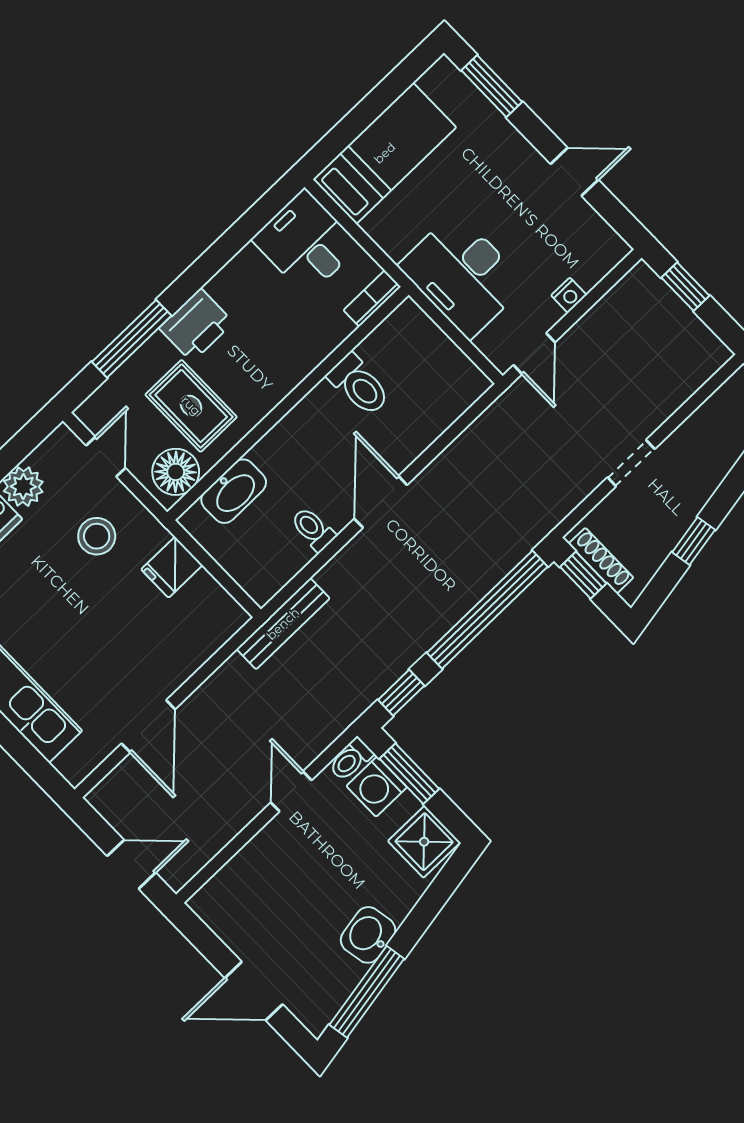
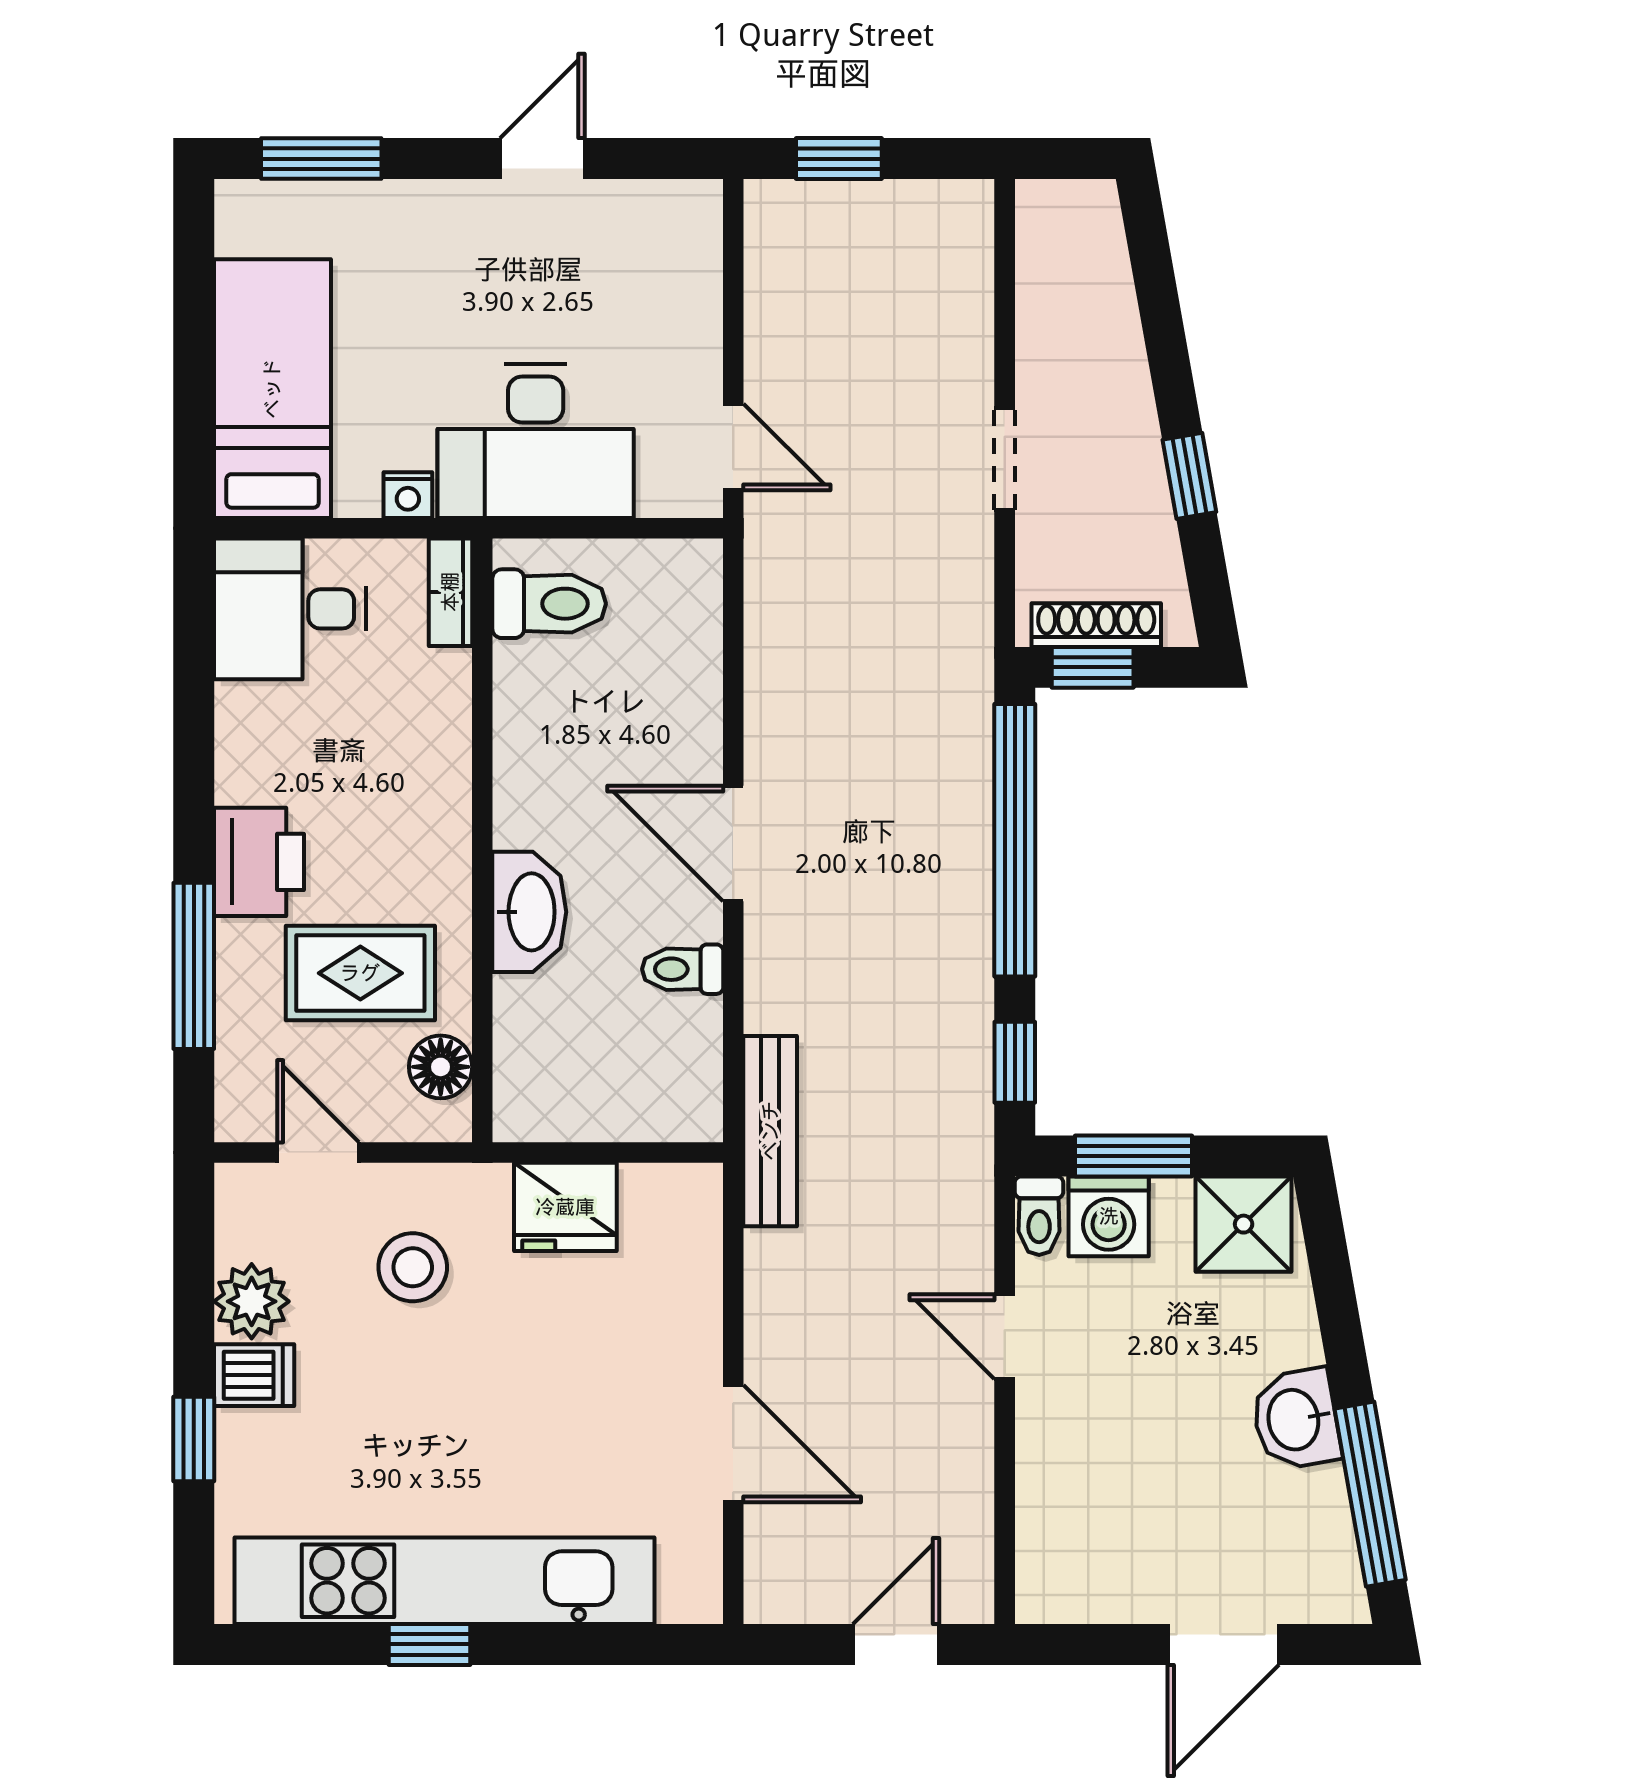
nightstand: (569, 295) -> (408, 495), moved, turned 90
toilet: (359, 385) -> (549, 604), moved
floor lamp: (176, 472) -> (441, 1067), width x0.73, depth x0.73
washbasin: (234, 491) -> (529, 912), moved
fridge: (172, 567) -> (565, 1207), width x1.38

